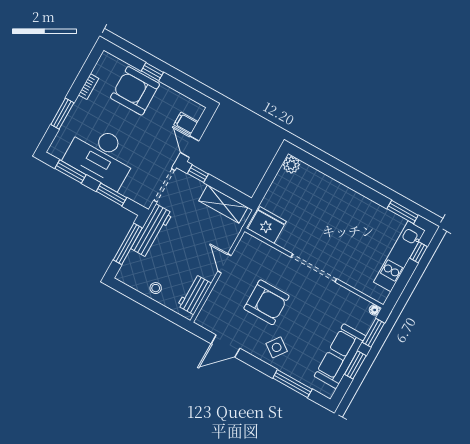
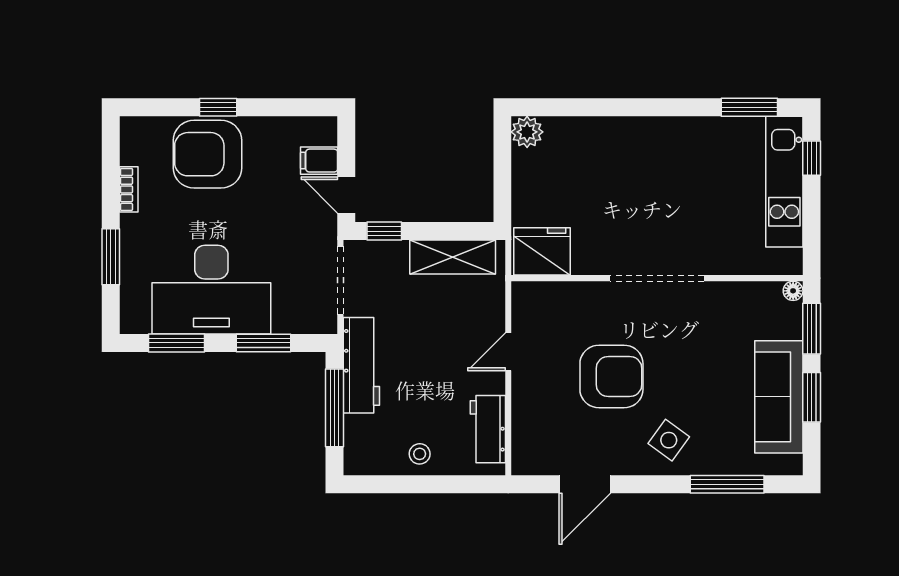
door: (224, 263) -> (508, 352), hinge flipped

